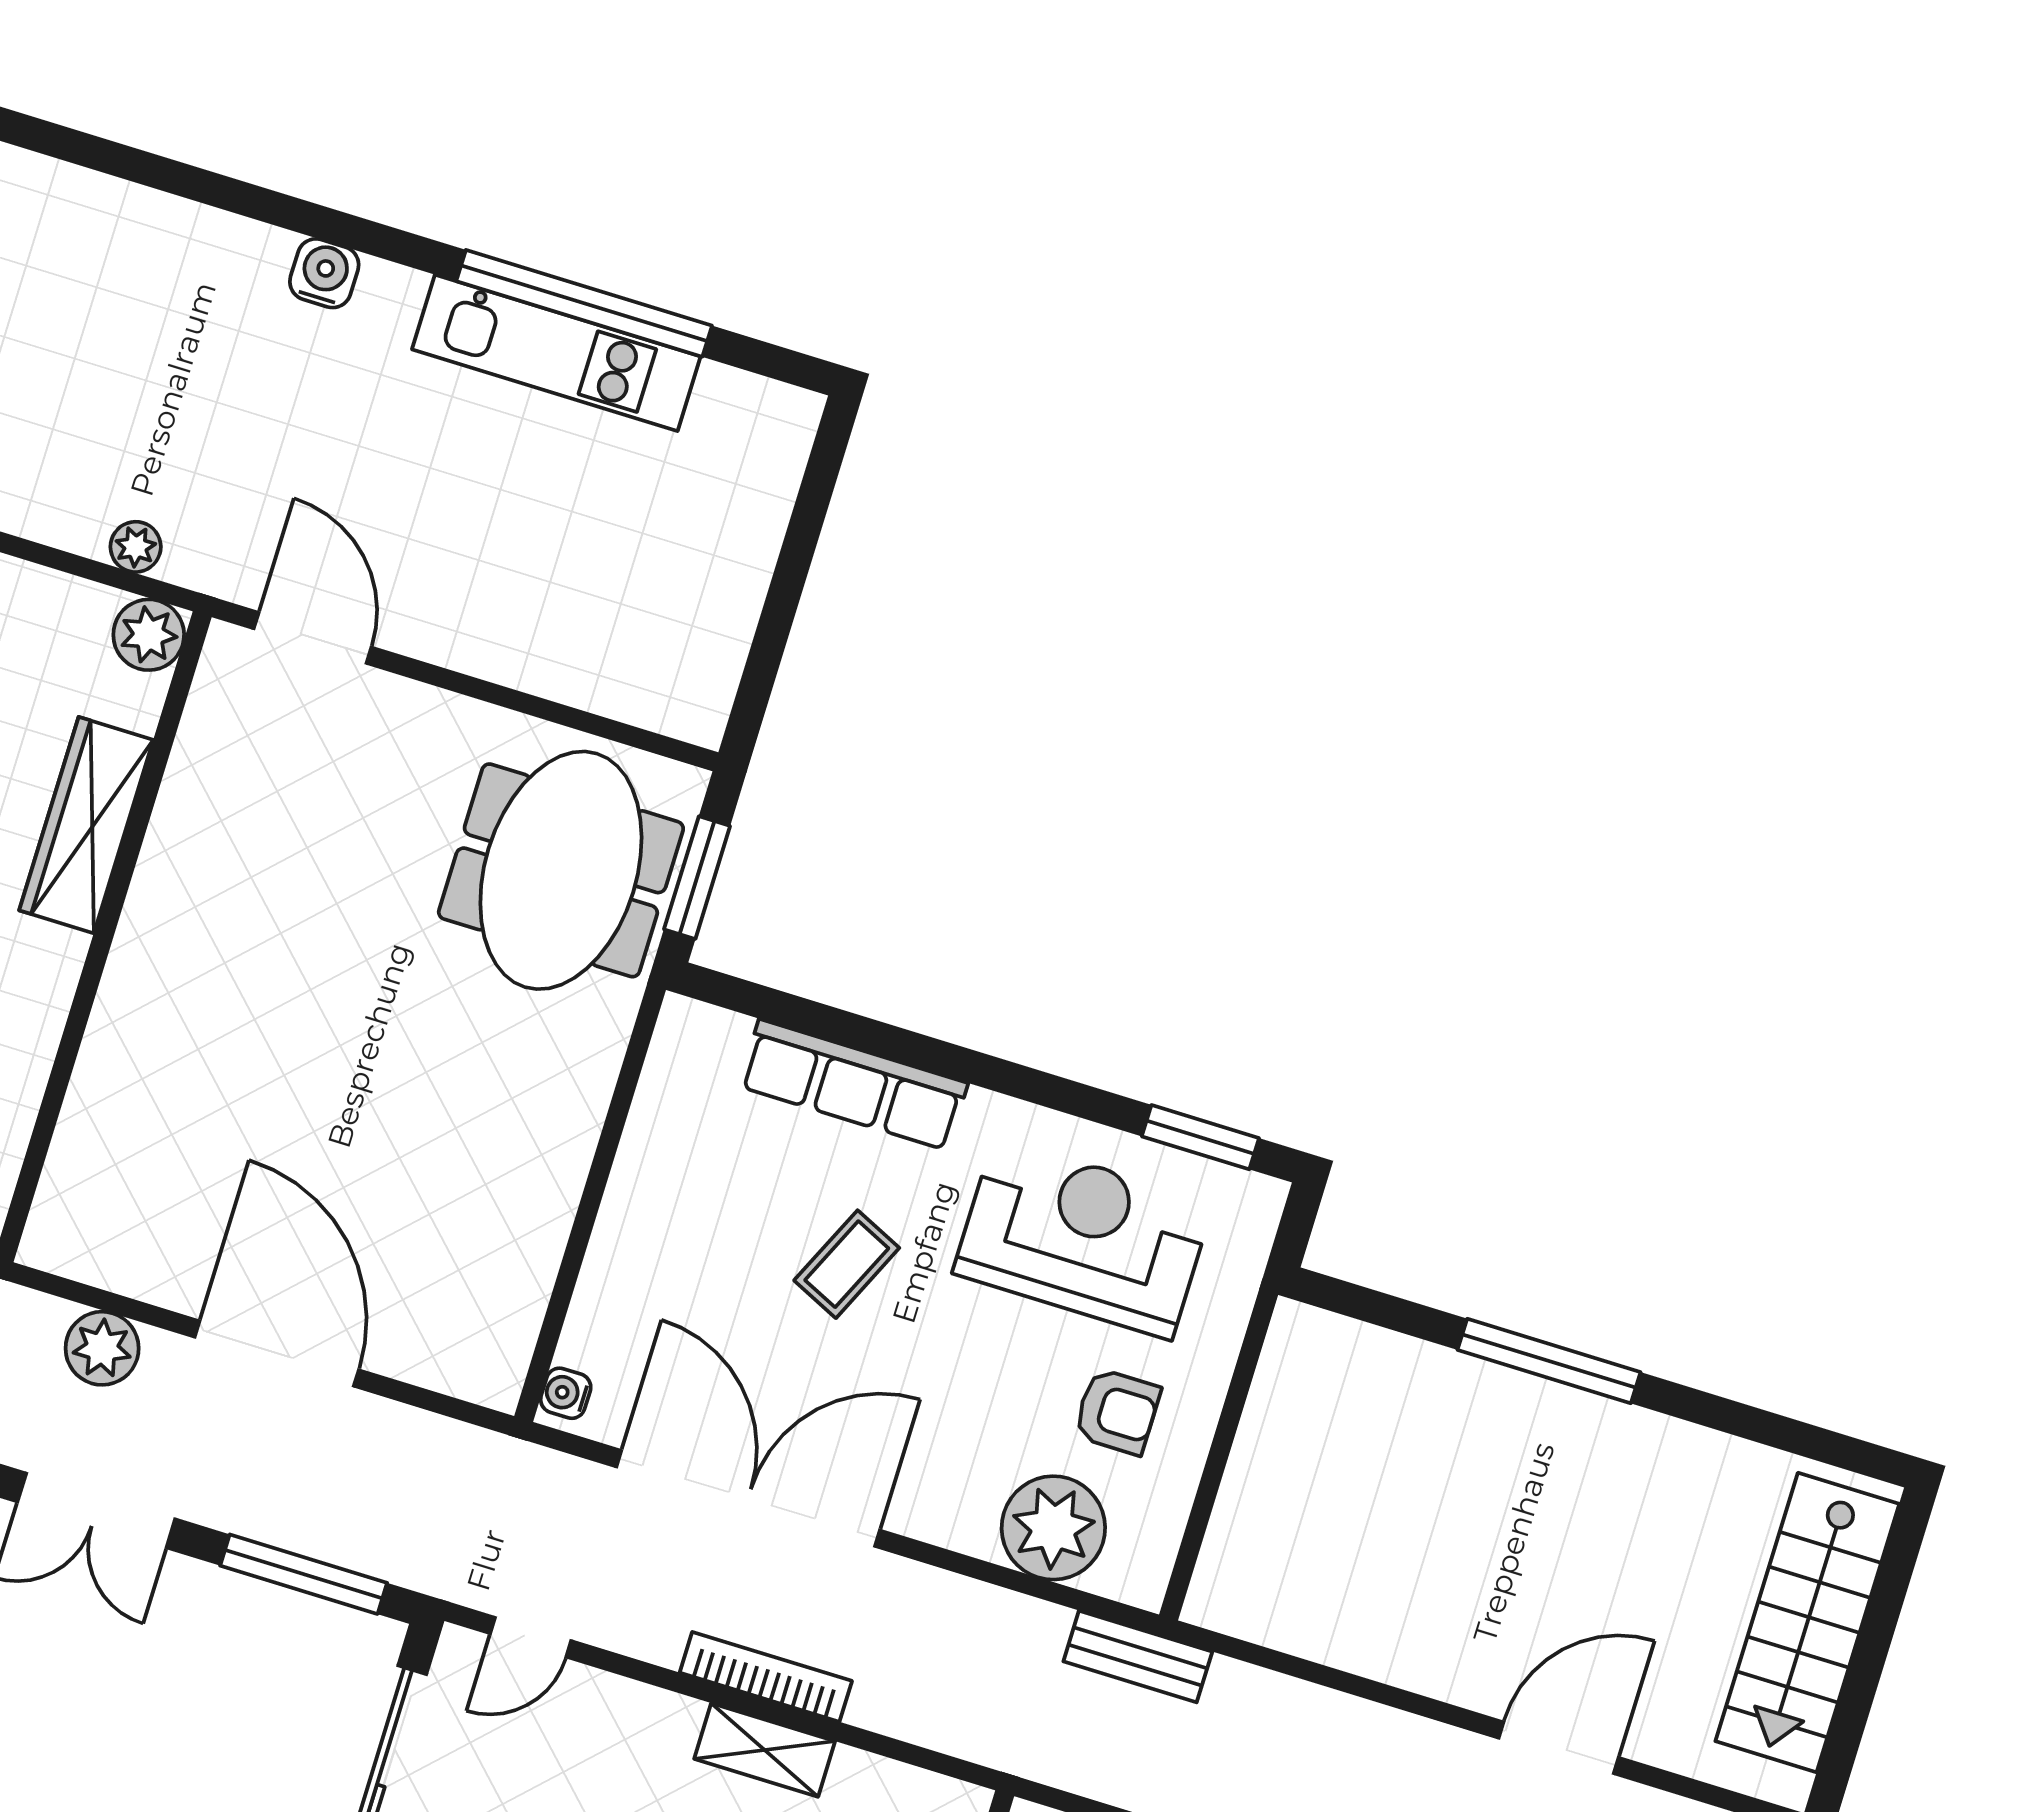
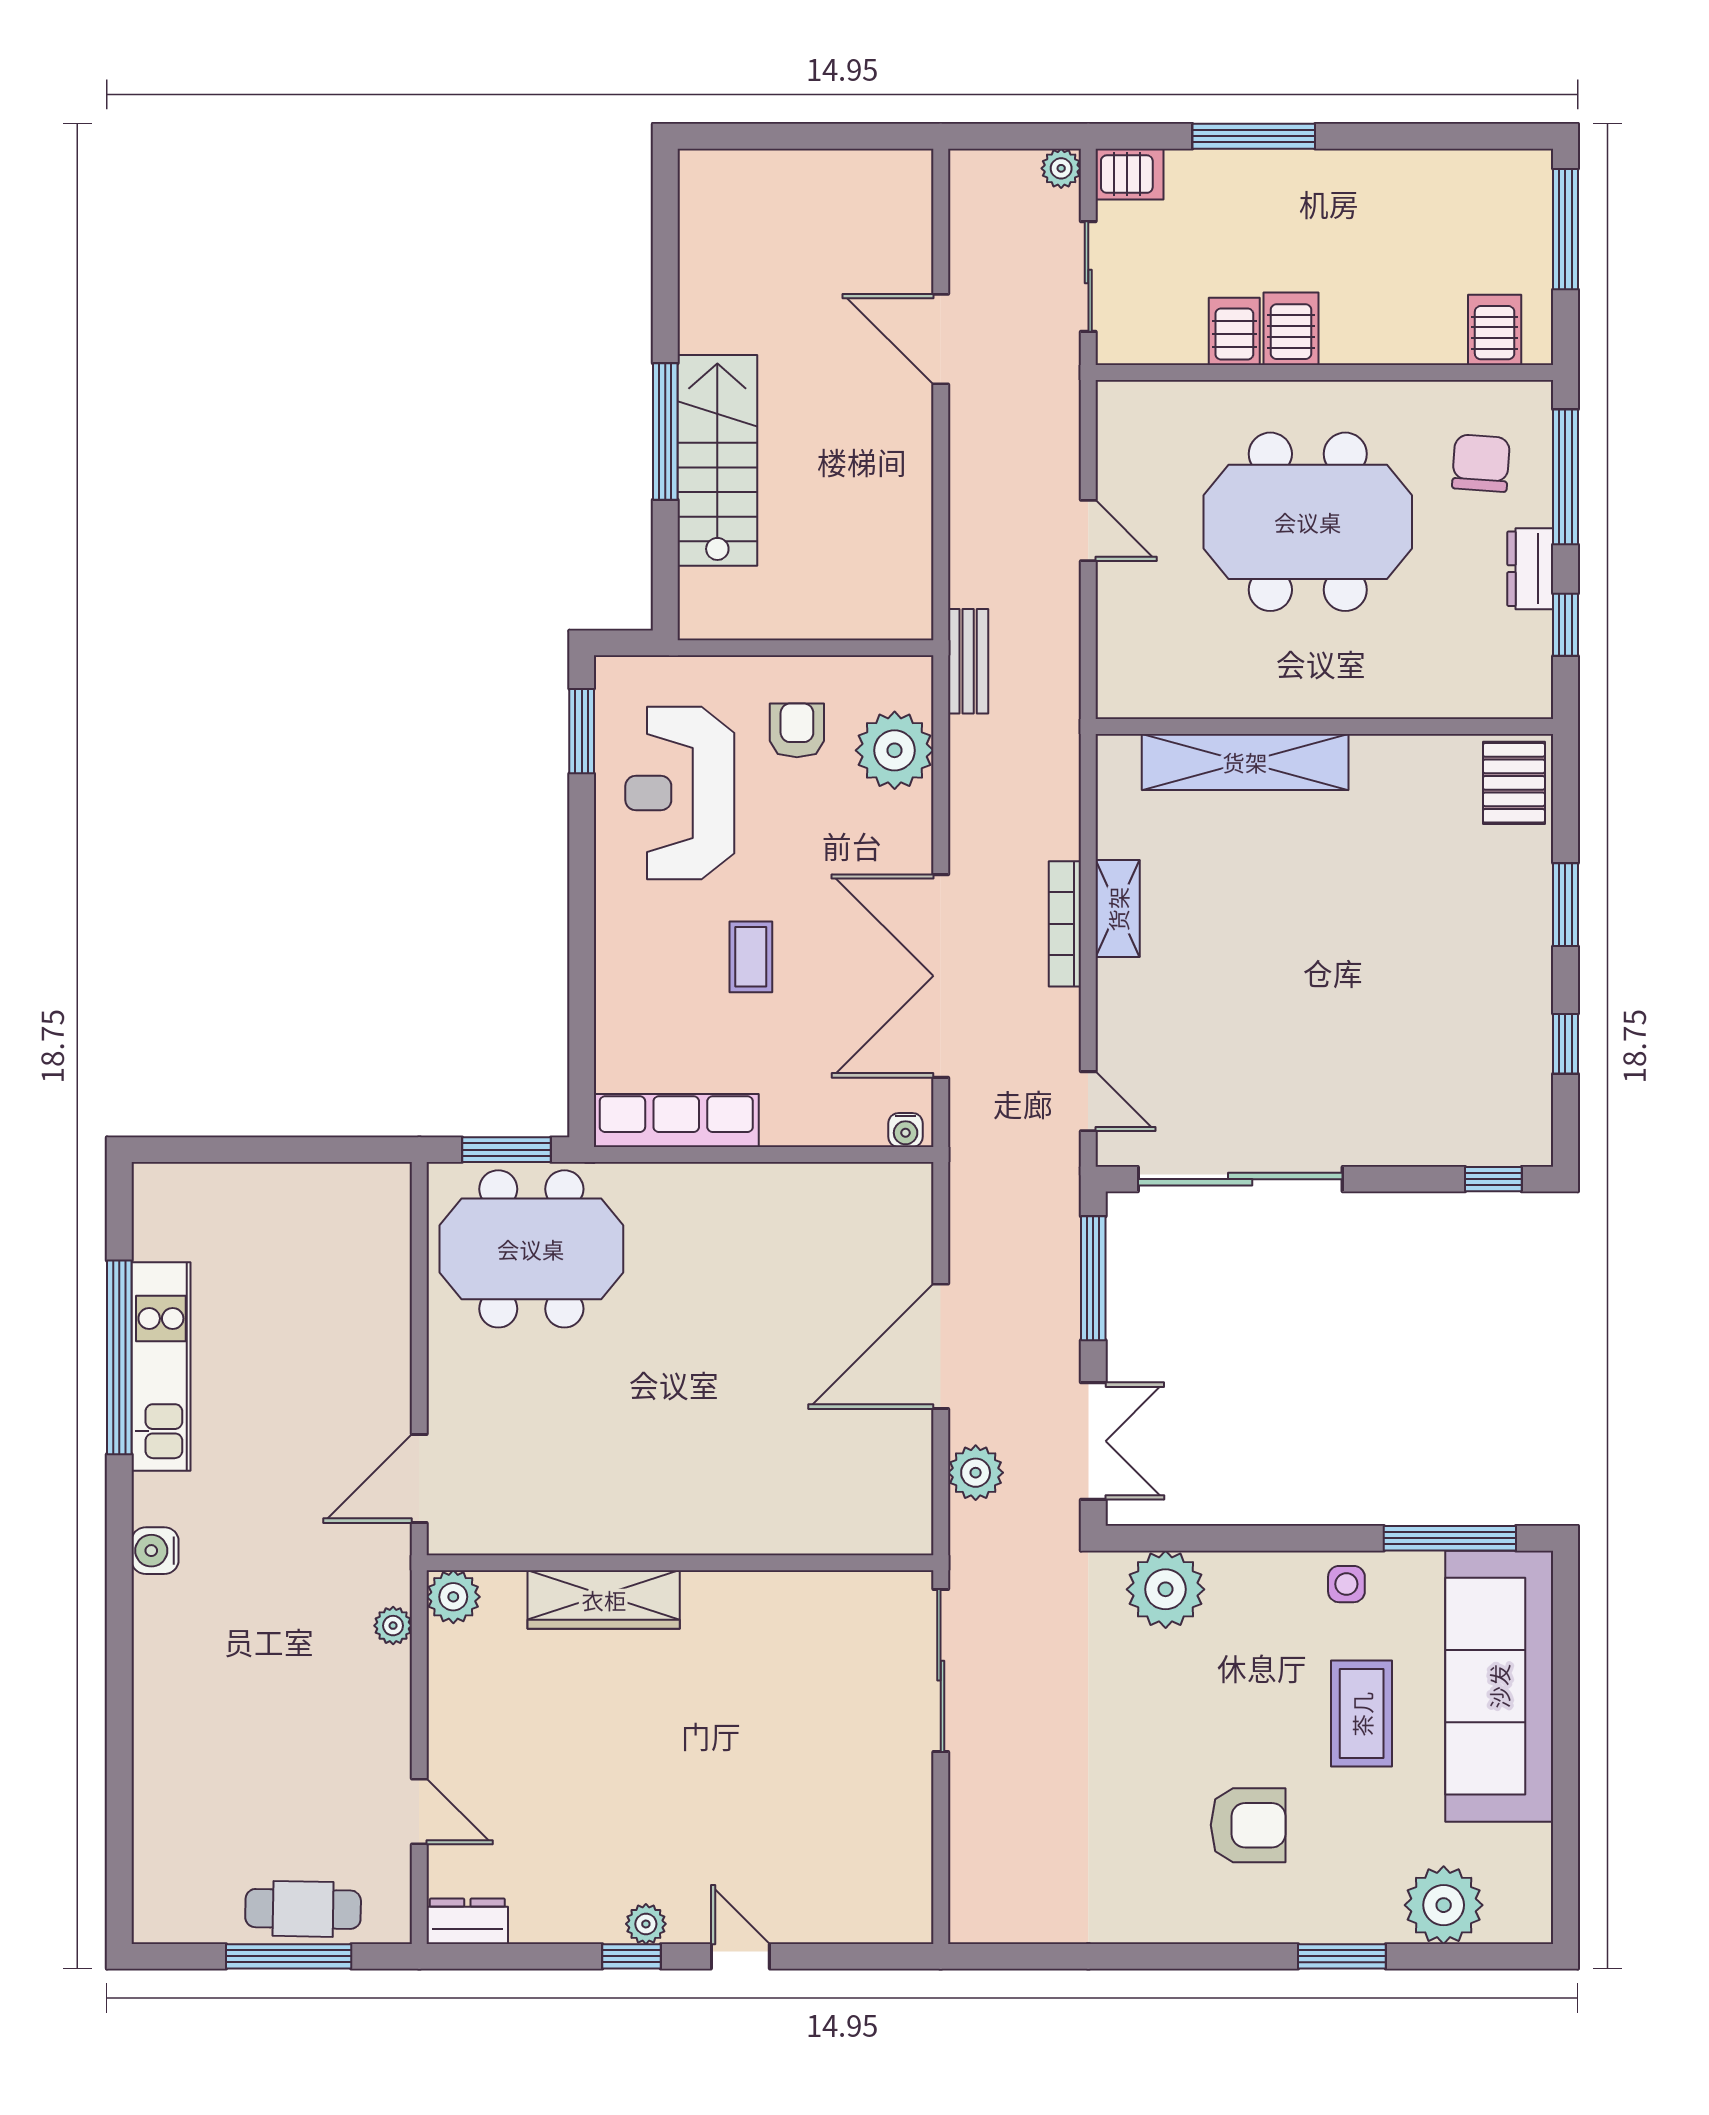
row of seats: (853, 1085) -> (676, 1121), moved, turned -90
coffee table: (847, 1264) -> (751, 957), turned 65
stairs: (1807, 1623) -> (717, 460), moved, turned -90

